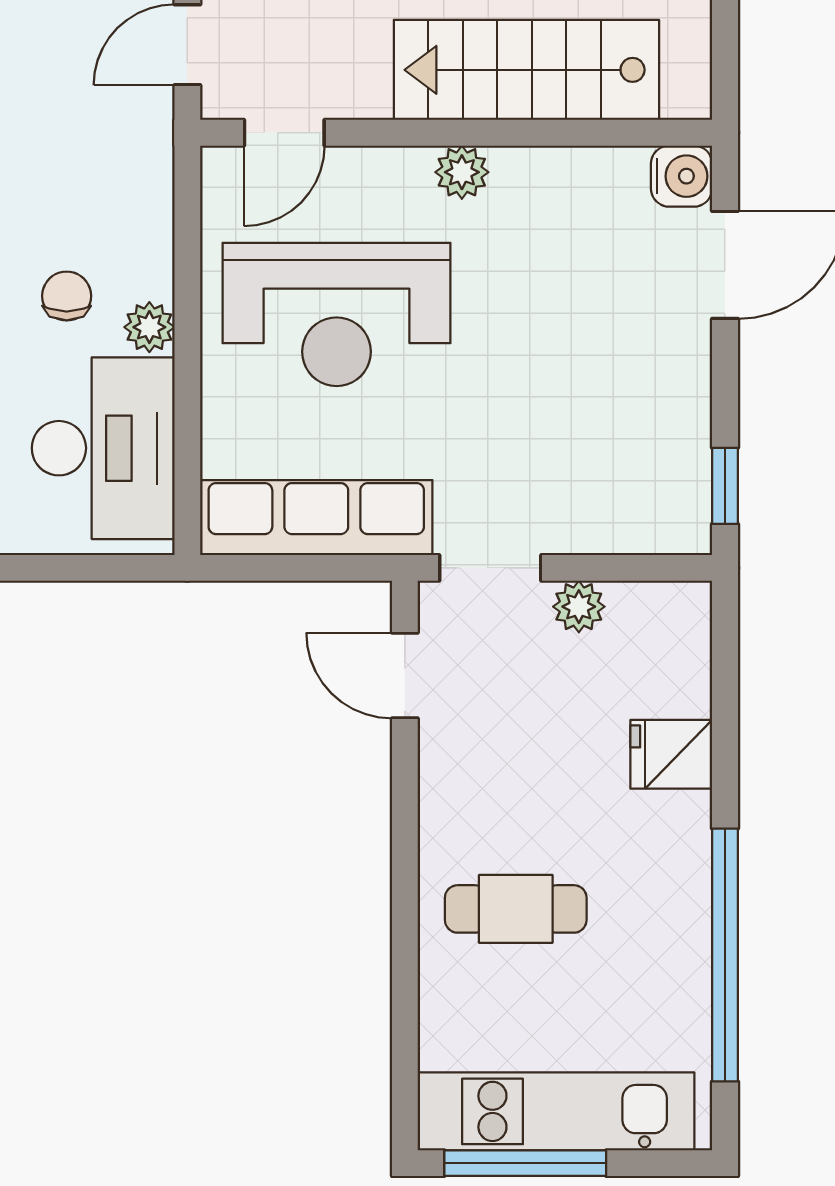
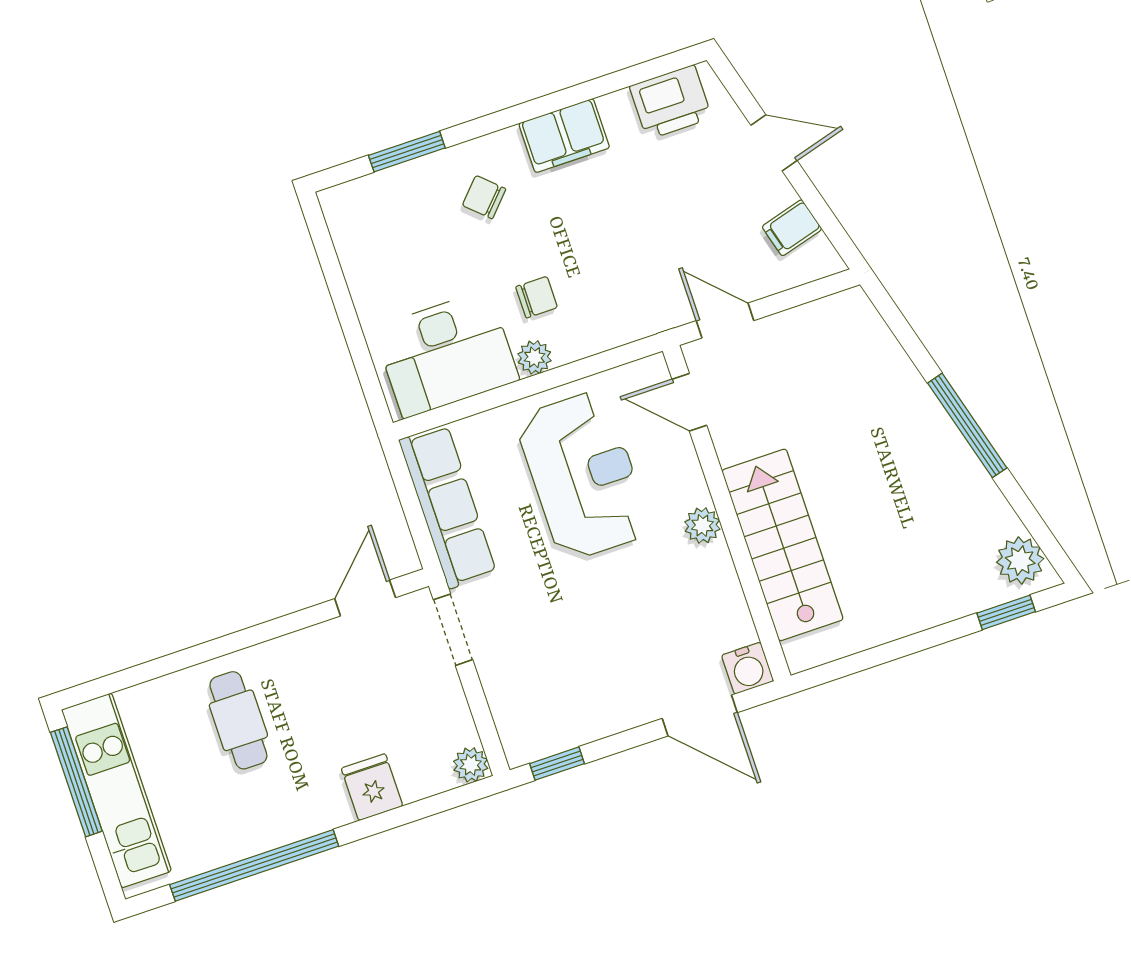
reception desk: (337, 314) -> (583, 475), turned 180
plant: (579, 607) -> (471, 765), moved

